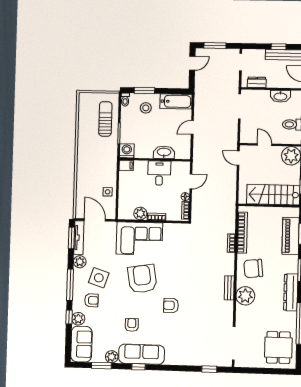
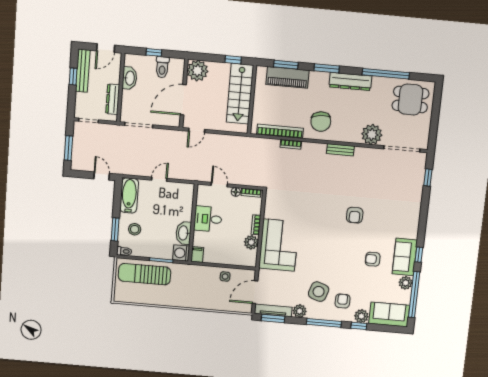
door: (192, 63) -> (102, 176), moved
dresser: (257, 82) -> (113, 99), width x1.44
sun lounger: (105, 119) -> (144, 274), width x1.36, depth x1.34
door: (192, 127) -> (159, 179), swing flipped
door: (265, 145) -> (183, 100), width x1.87
washbasin: (164, 152) -> (184, 233), moved
armchair: (142, 279) -> (323, 245), removed
plant: (245, 296) -> (372, 134), moved
sofa: (142, 354) -> (405, 257), width x0.73
window: (101, 366) -> (414, 294), width x2.11

